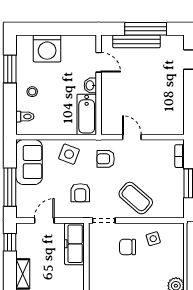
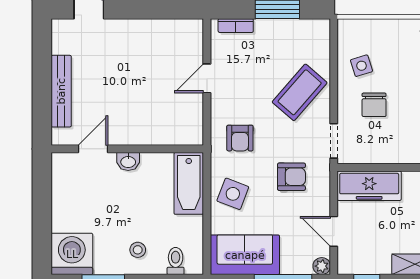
window: (146, 29) -> (42, 77), removed
washing machine: (47, 48) -> (72, 254), moved, turned -90
bathtub: (87, 114) -> (189, 183), moved, turned 90
door: (132, 137) -> (207, 78), moved
plant: (22, 213) -> (322, 266), added

